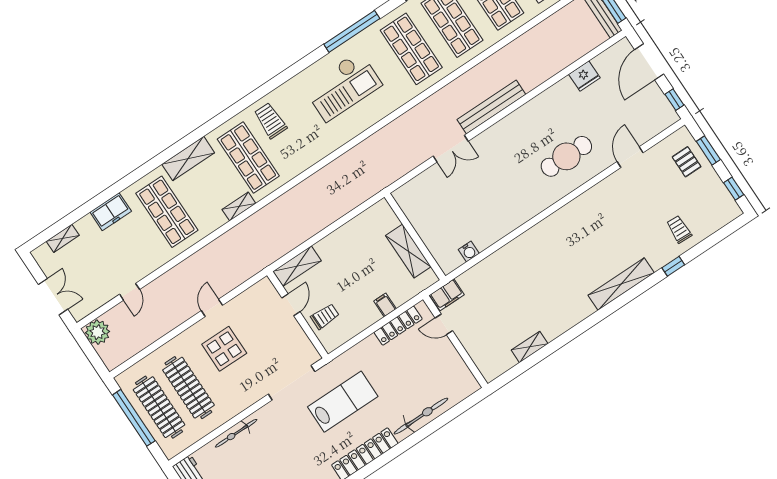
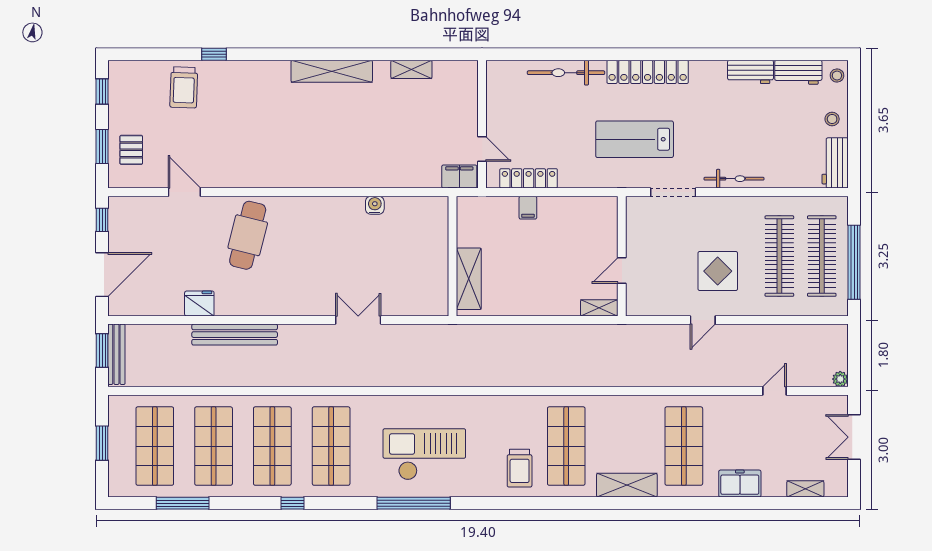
window: (352, 31) -> (414, 503), moved
fridge: (584, 76) -> (199, 304), moved
bench: (491, 107) -> (235, 335), moved
cafe table: (566, 156) -> (248, 235), turned -76
door: (630, 157) -> (184, 192), swing flipped
shelving: (239, 206) -> (608, 403), removed
trolley: (679, 229) -> (184, 87), width x1.36, depth x1.39
shelving: (408, 251) -> (469, 279), moved
water cooler: (469, 252) -> (375, 205), moved
shelving: (297, 266) -> (599, 308), width x0.67, depth x0.75
shelving: (621, 284) -> (332, 71), moved
trolley: (325, 316) -> (596, 236), removed
plant: (97, 332) -> (840, 379), width x0.53, depth x0.53
doorway: (292, 383) -> (673, 192), width x0.73
bicycle: (236, 433) -> (734, 179), moved

